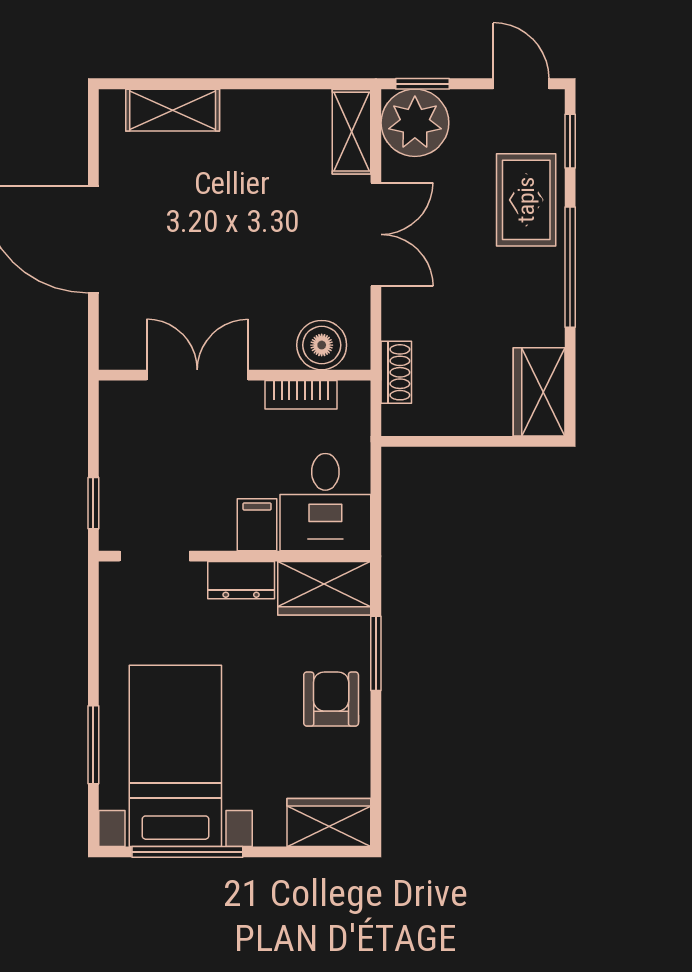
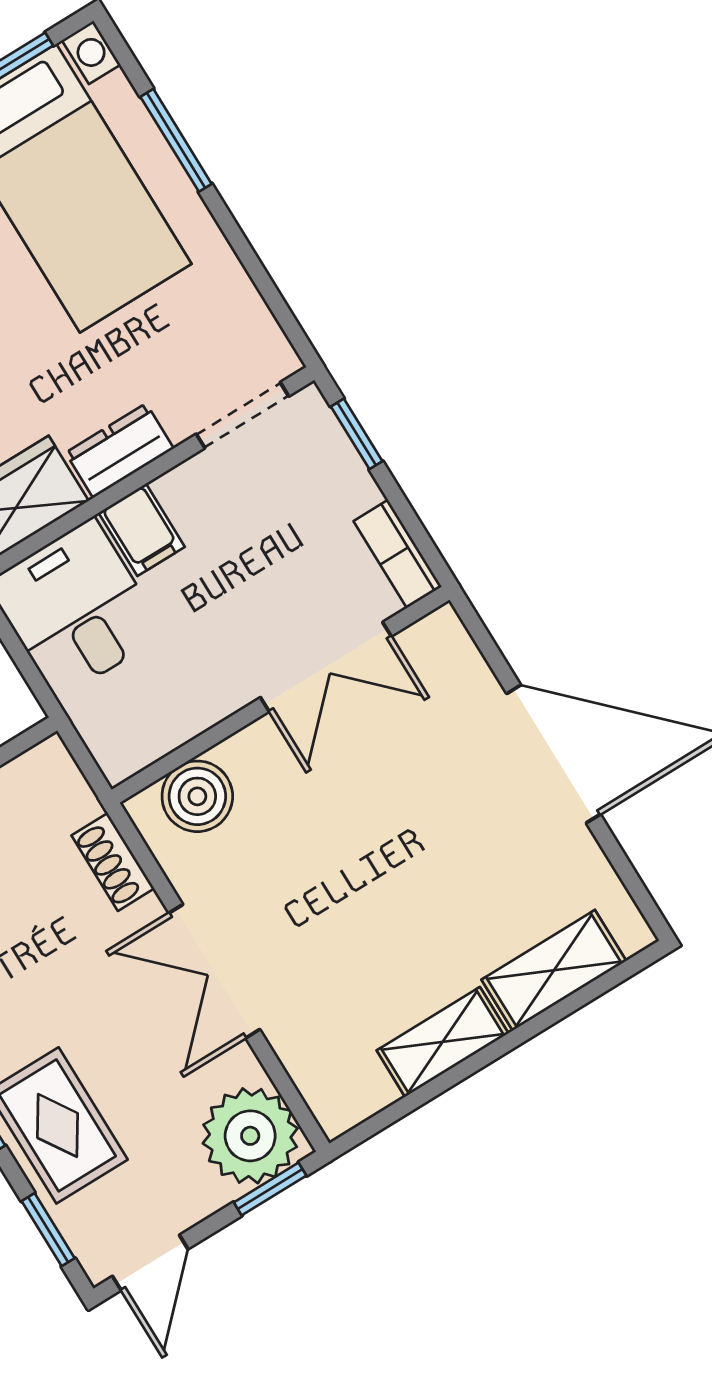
door: (521, 84) -> (150, 1263), hinge flipped
shelving: (351, 132) -> (443, 1042), moved, turned 90
shoe rack: (396, 372) -> (113, 862), moved
bookcase: (301, 395) -> (398, 554), moved, turned -90

